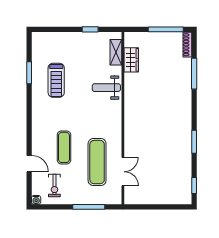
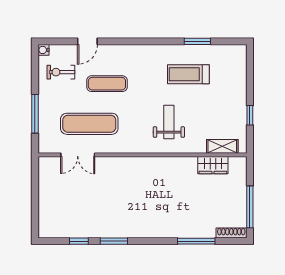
weight bench: (106, 88) -> (169, 122), moved
window: (194, 185) -> (79, 241), moved

